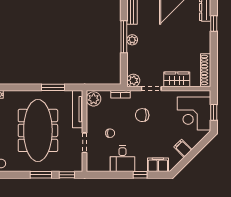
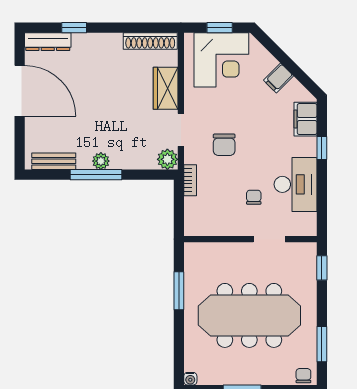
plant: (94, 99) -> (198, 224), removed
tv unit: (78, 109) -> (214, 250), removed
desk: (122, 159) -> (296, 184), width x1.37
window: (41, 175) -> (322, 344), moved

